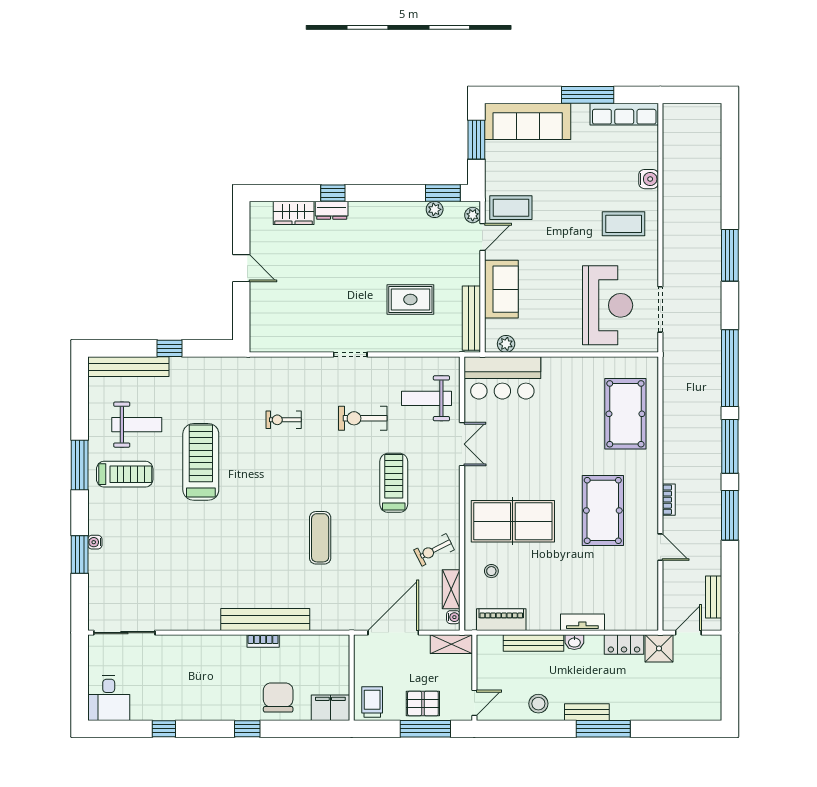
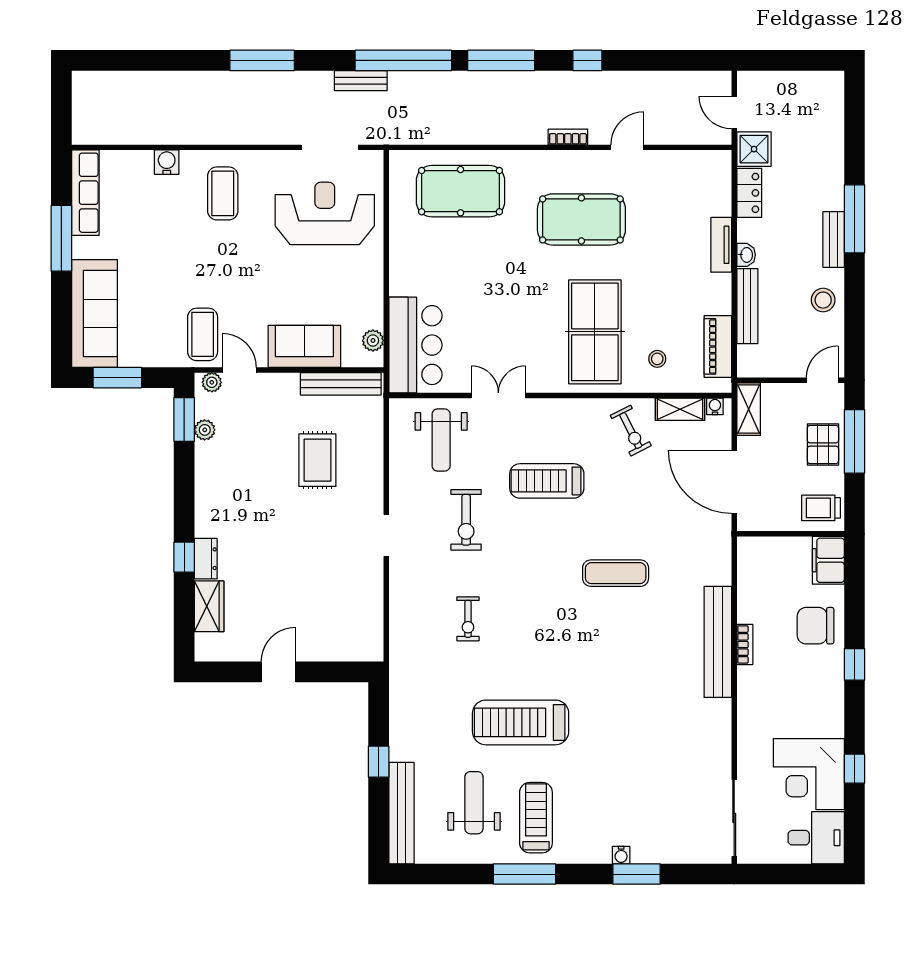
window: (730, 515) -> (587, 60), width x0.46
bench: (714, 597) -> (361, 81), moved
corner desk: (160, 692) -> (809, 774), added
door: (474, 703) -> (822, 380), hinge flipped

